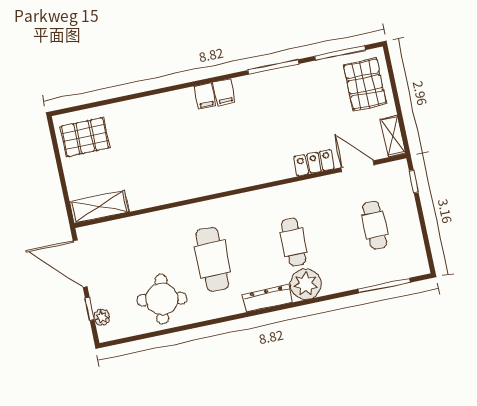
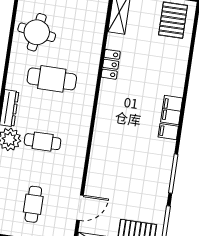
filing cabinet: (205, 96) -> (172, 110), width x2.00
locker: (314, 163) -> (111, 64), moved
cafe table: (375, 225) -> (33, 204), turned 90

